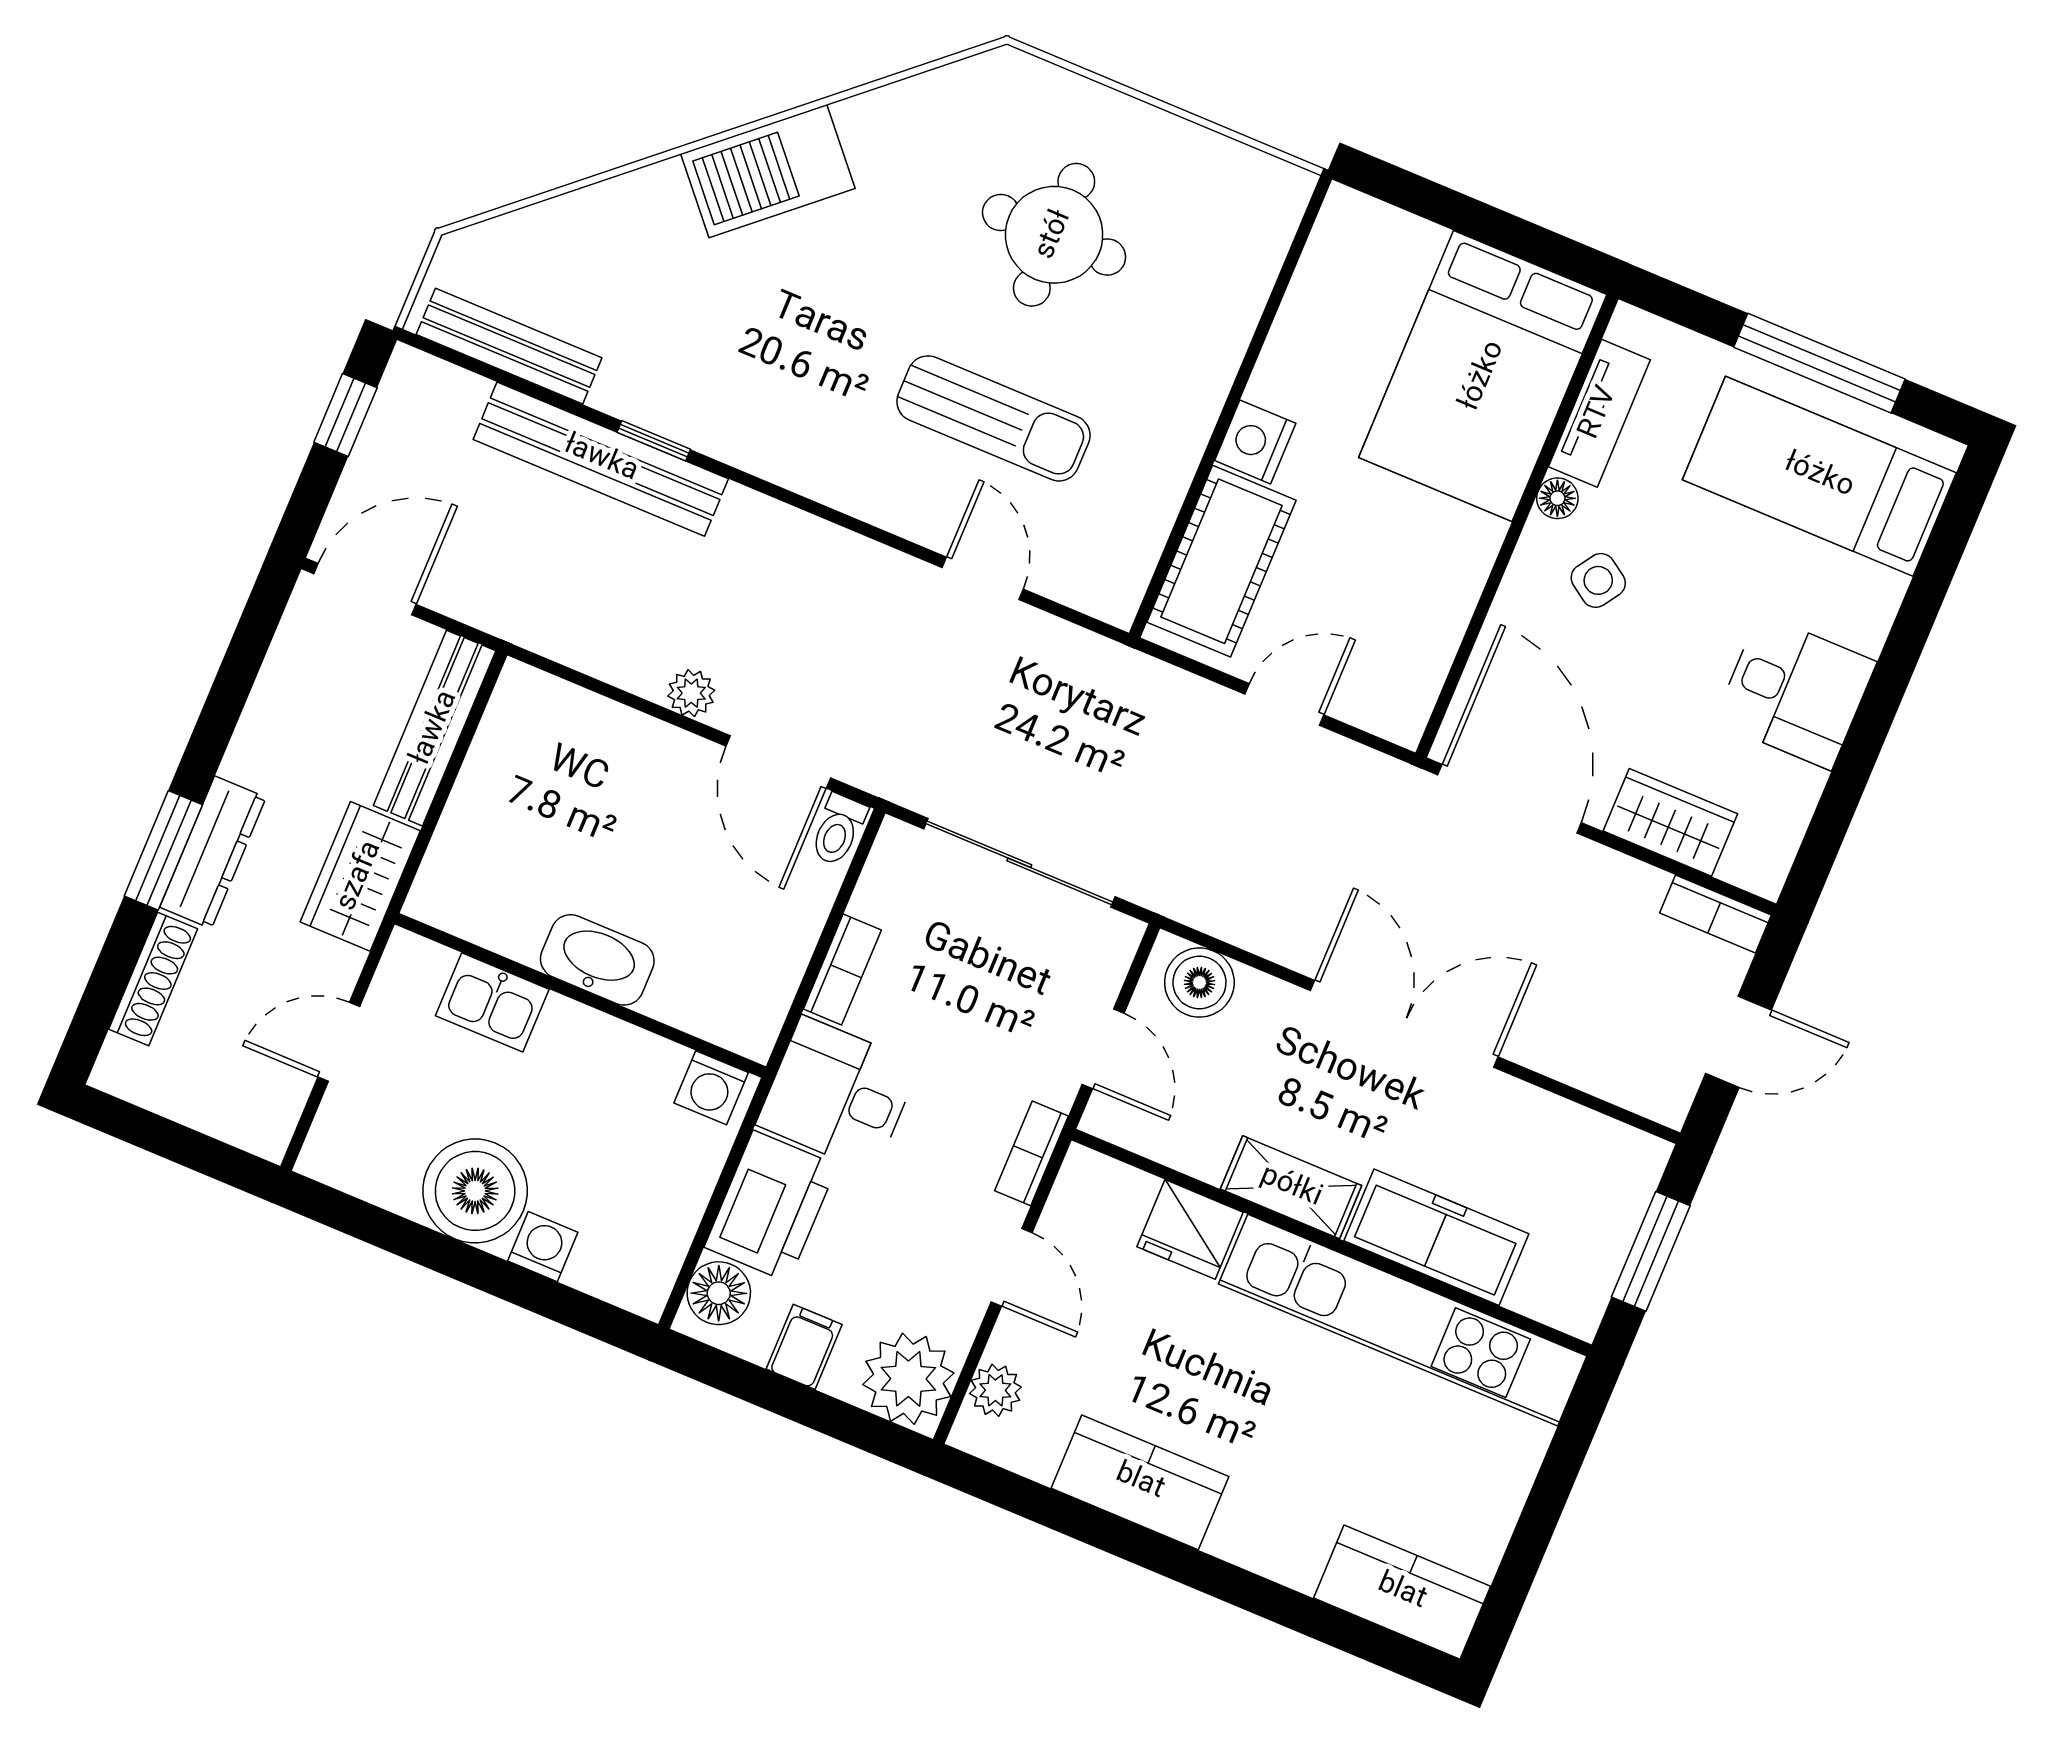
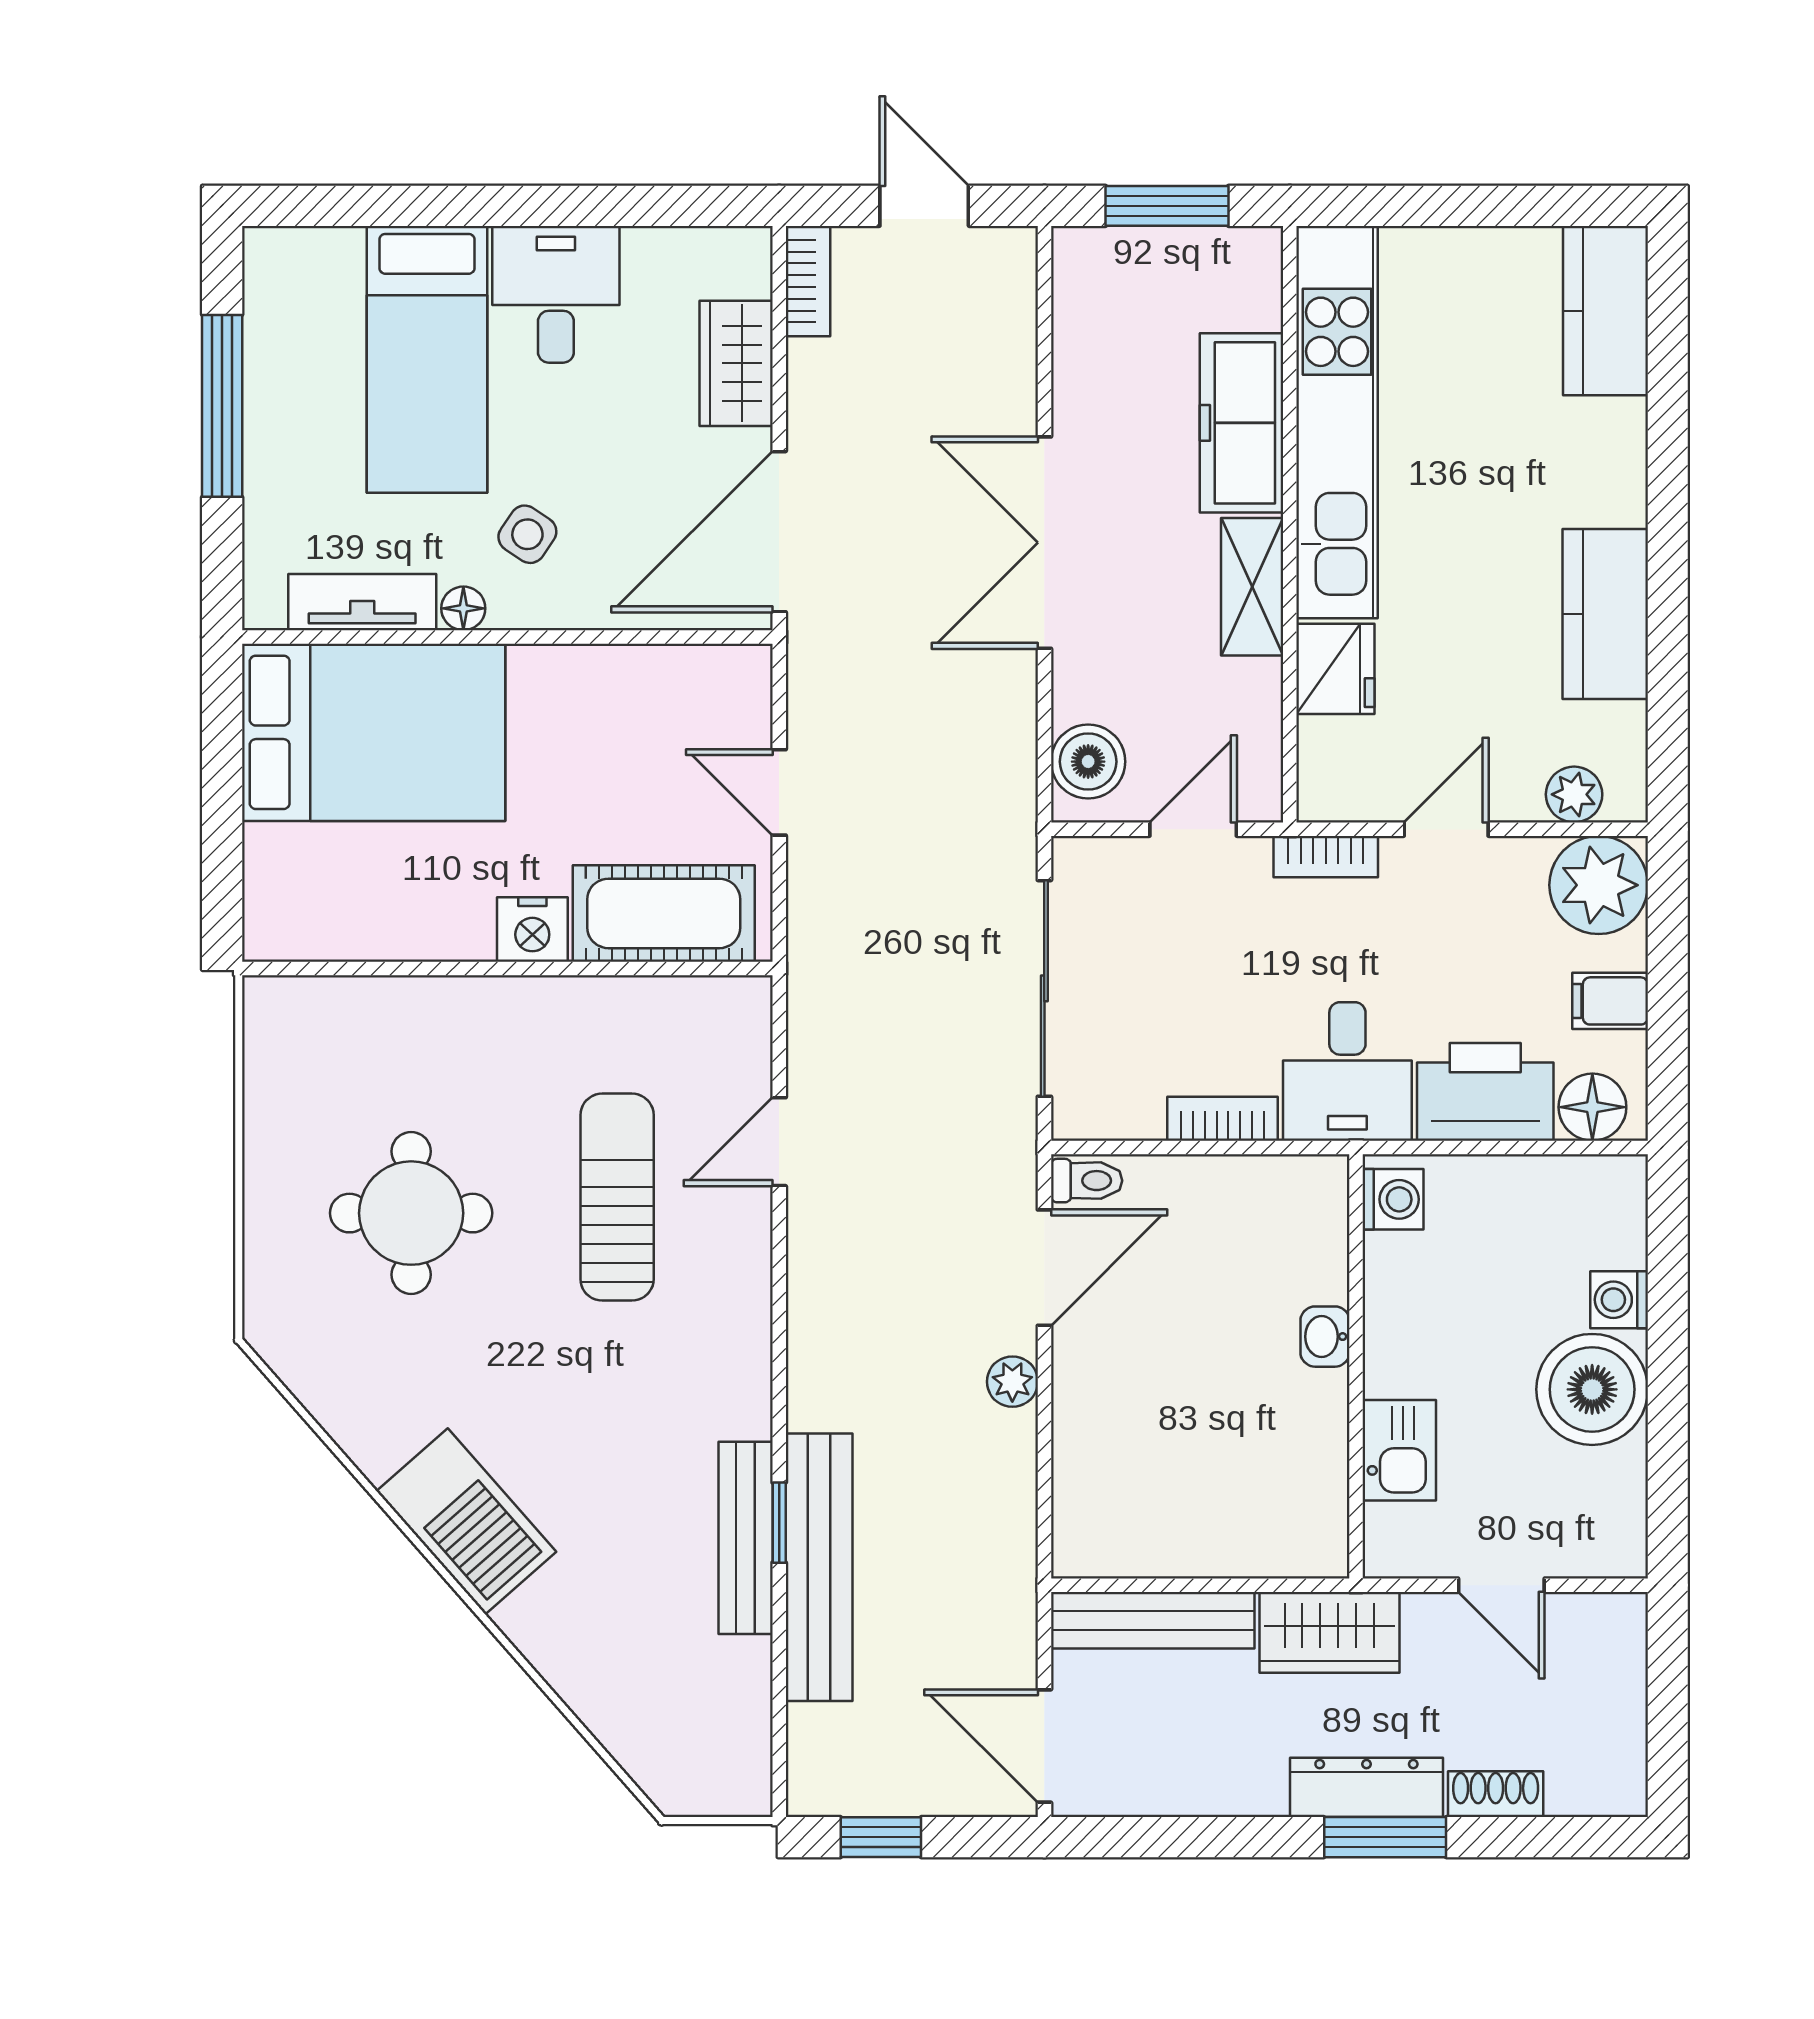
bench: (509, 346) -> (746, 1538), moved
bed: (1819, 476) -> (427, 359), moved
washbasin: (597, 960) -> (1325, 1337), width x0.52, depth x0.69
shoe rack: (153, 979) -> (1496, 1794), width x0.70

